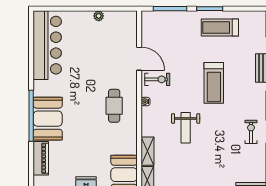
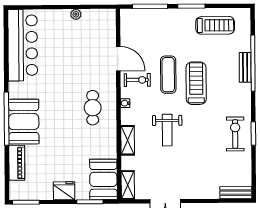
treadmill: (220, 28) -> (215, 25), moved, turned 180
exercise mat: (187, 74) -> (168, 75), added
treadmill: (214, 83) -> (196, 83), turned 180
exercise bike: (251, 132) -> (235, 134), width x1.38, depth x1.39
shelving: (148, 151) -> (128, 140), moved

